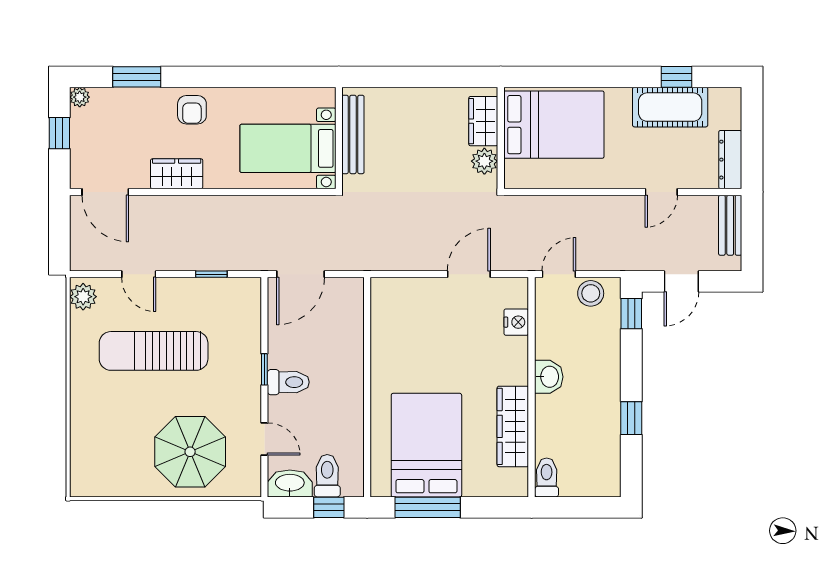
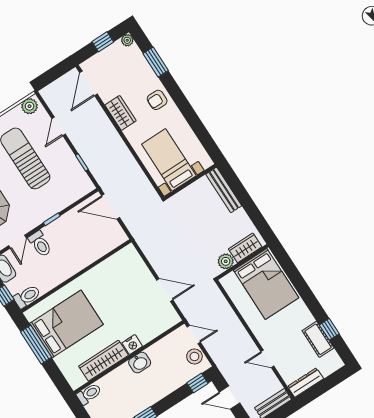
cot: (670, 107) -> (318, 339), width x0.73, depth x0.75
bench: (353, 134) -> (224, 190), moved, turned 90
nightstand: (516, 322) -> (132, 345), moved
toilet: (288, 382) -> (40, 244), moved
toilet: (327, 476) -> (27, 296), moved

